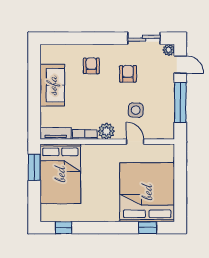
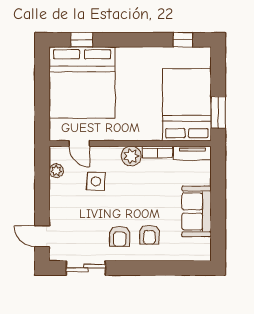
plant: (169, 50) -> (56, 171), moved
armchair: (128, 74) -> (120, 236), moved
window: (180, 102) -> (42, 191), removed
door: (135, 142) -> (79, 143), moved

